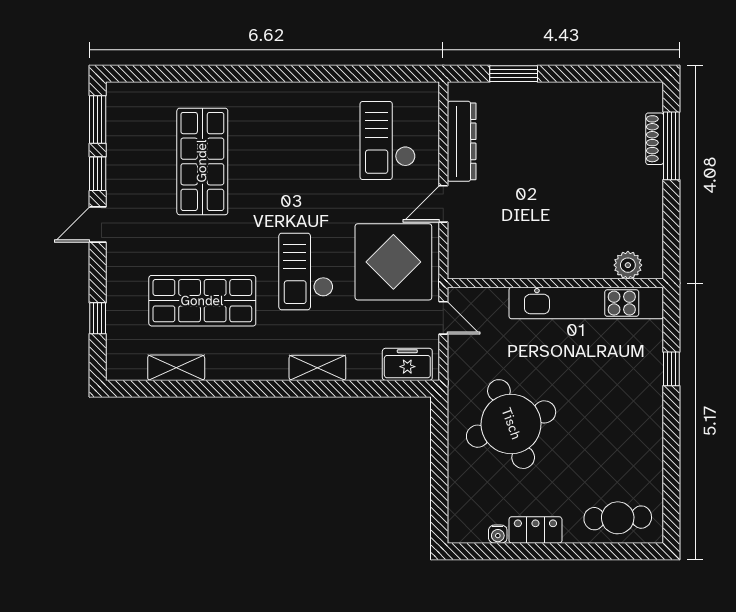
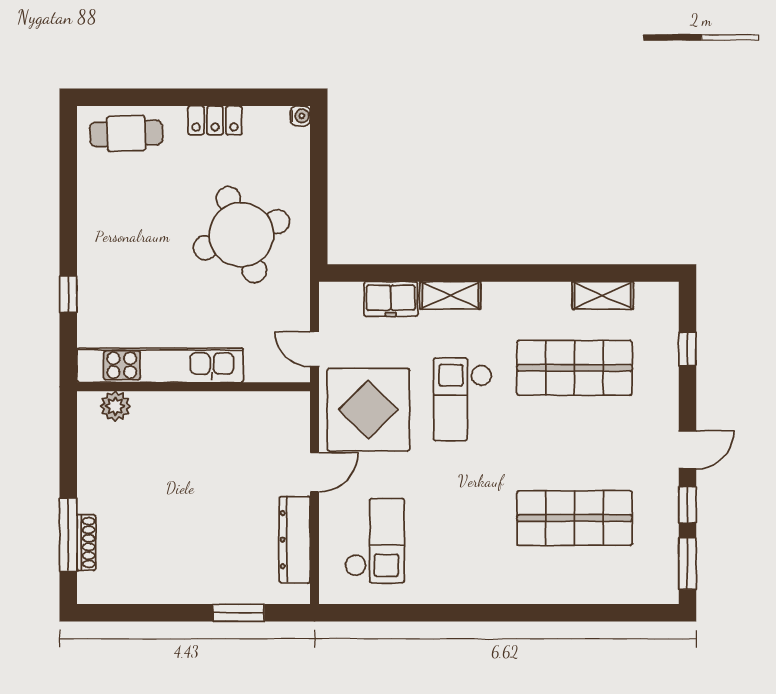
shop shelf: (202, 161) -> (574, 518), turned 90
checkout: (306, 271) -> (463, 399), turned 180
freezer: (407, 364) -> (391, 299), moved
water cooler: (498, 534) -> (300, 116), moved, turned 90

